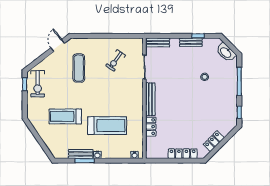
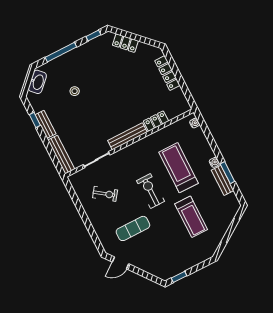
bench: (158, 42) -> (61, 155), width x1.36
exercise bike: (38, 84) -> (151, 191), moved, turned -90
locker: (214, 141) -> (125, 43), moved

